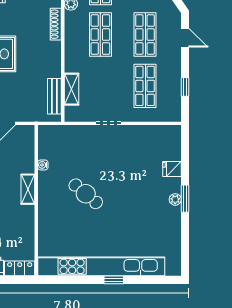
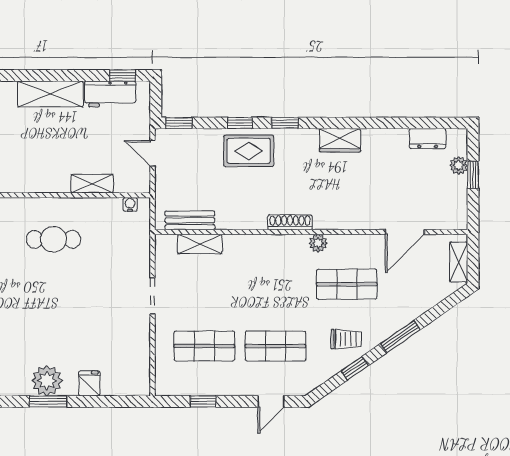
shop shelf: (100, 35) -> (276, 284), removed
water cooler: (43, 165) -> (130, 204), moved
shelving: (28, 189) -> (92, 184), moved
cafe table: (86, 194) -> (53, 239), moved, turned 50
plant: (175, 199) -> (47, 381), width x1.87, depth x1.87

